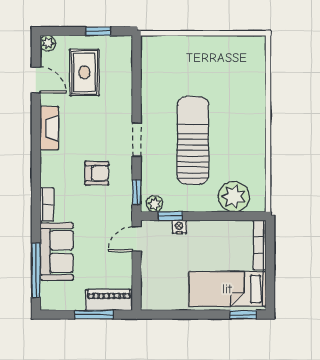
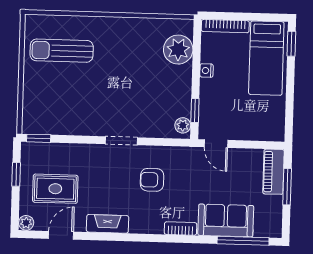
sun lounger: (193, 140) -> (62, 51), moved, width x0.73, depth x0.75
armchair: (97, 173) -> (152, 180), turned -90
window: (137, 193) -> (39, 138), moved
nightstand: (179, 227) -> (207, 71), moved

